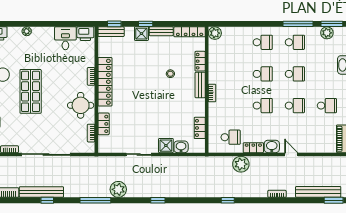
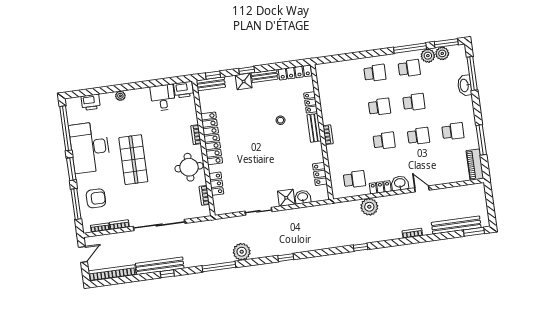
plant: (215, 33) -> (428, 56), moved

